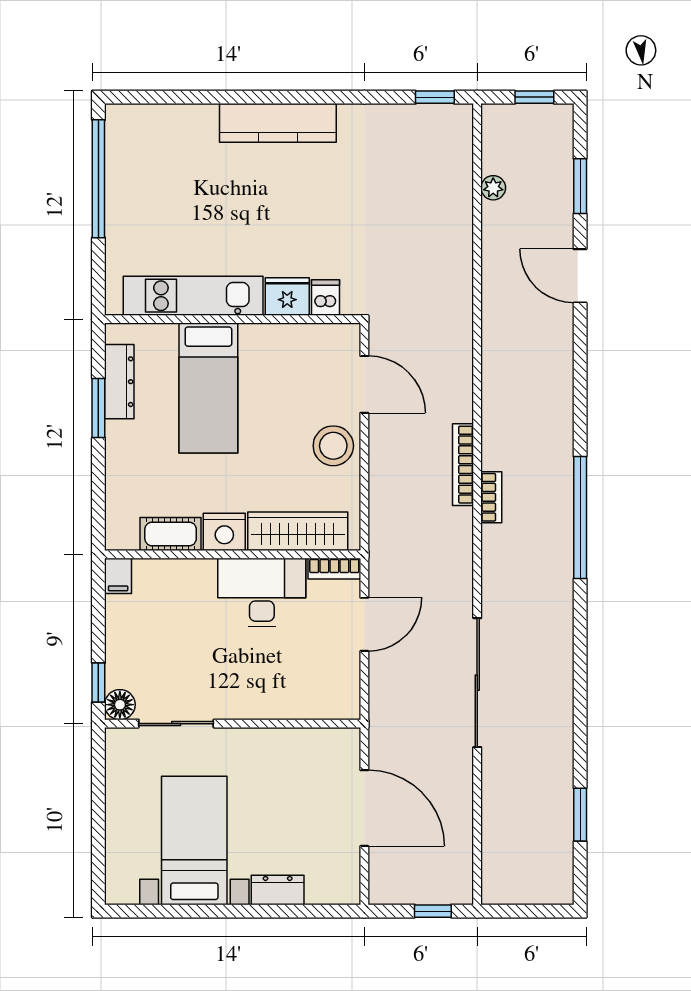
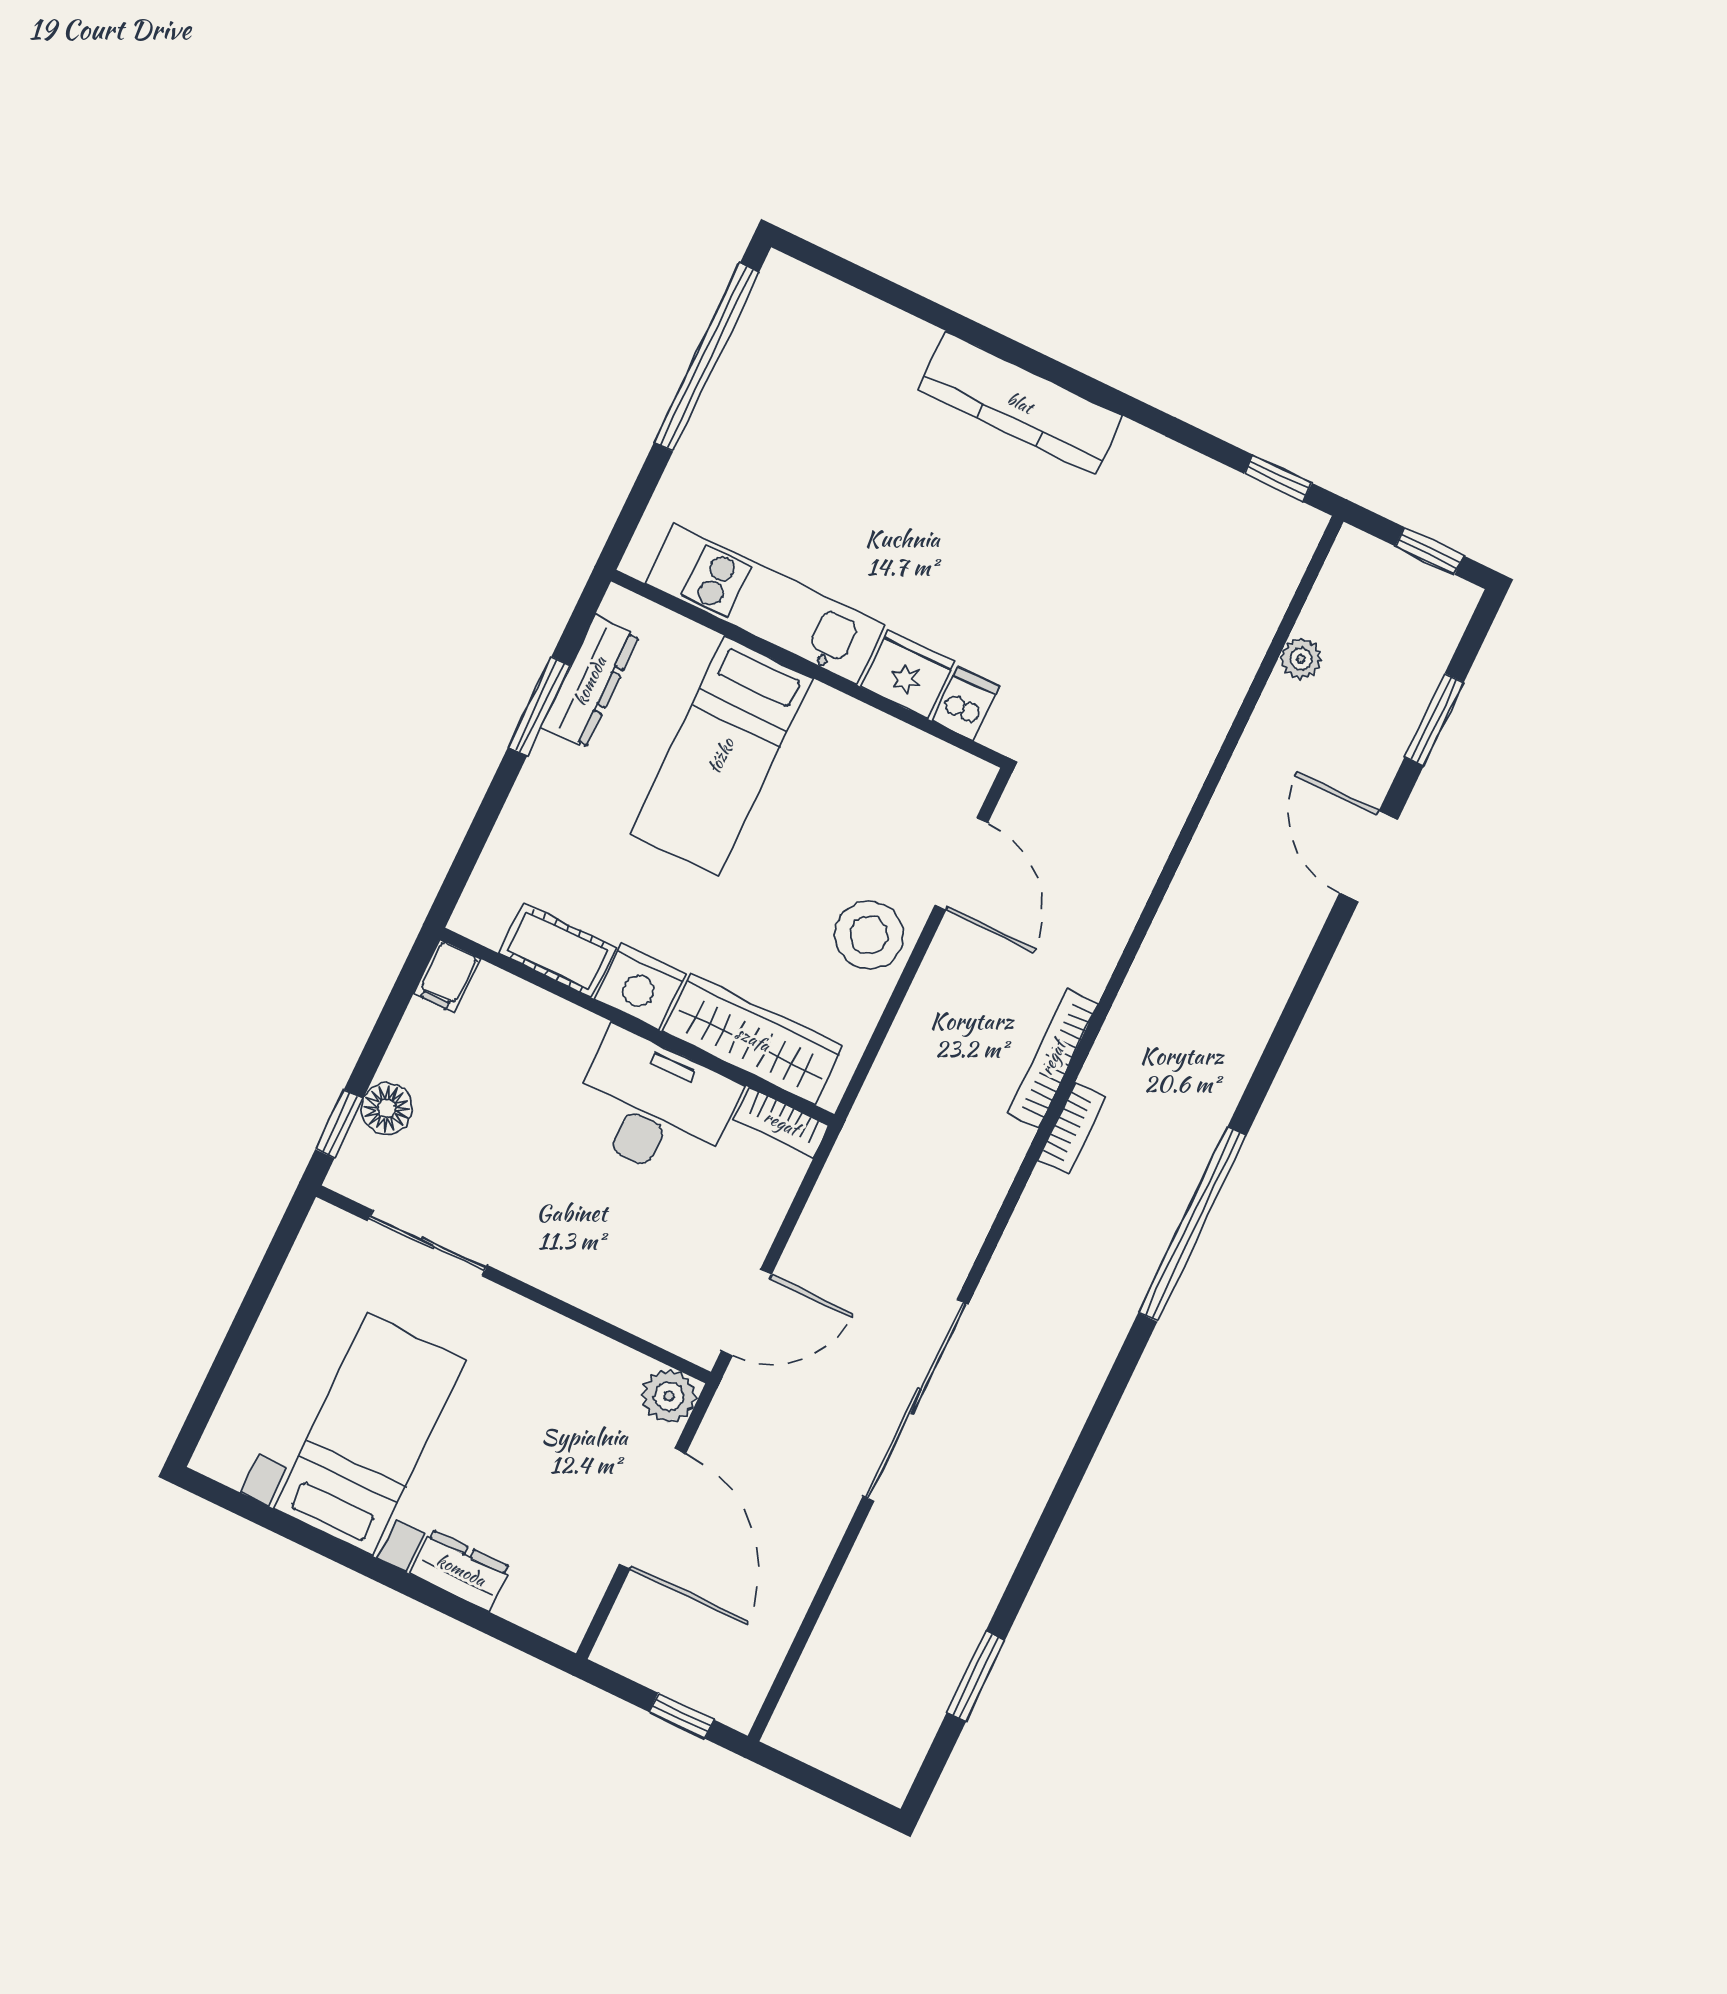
door: (364, 624) -> (746, 1312), moved
floor lamp: (120, 705) -> (387, 1108), moved
plant: (344, 744) -> (669, 1396), added

